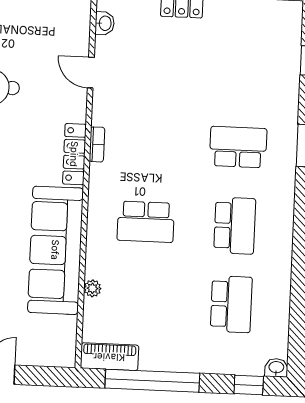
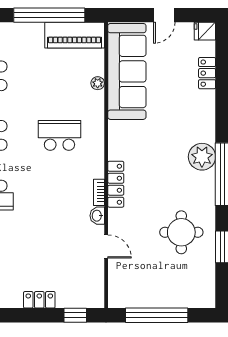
washbasin: (105, 23) -> (97, 216), moved
sofa: (55, 250) -> (127, 71), moved
piano: (109, 357) -> (75, 35), width x1.37, depth x1.33

